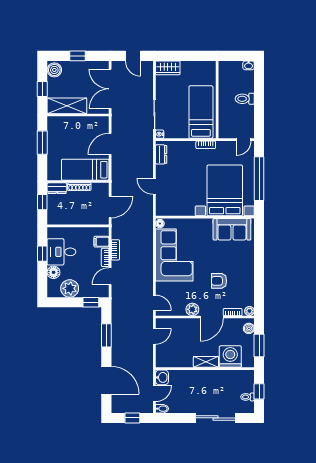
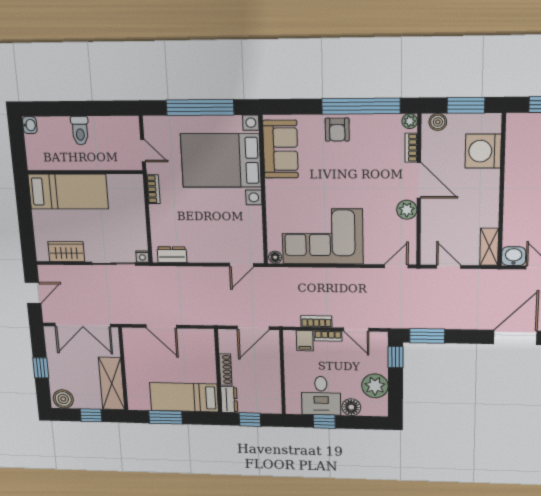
wardrobe: (168, 68) -> (66, 252), moved, turned -90
bed: (201, 112) -> (68, 192), moved, turned 180
door: (244, 140) -> (143, 151), moved
bed: (85, 170) -> (184, 397), moved, turned 90
door: (154, 186) -> (241, 265), moved
door: (110, 207) -> (253, 328), swing flipped
armchair: (219, 281) -> (337, 130), moved
window: (259, 281) -> (361, 106), added
window: (106, 335) -> (427, 336), moved
shelving: (206, 362) -> (489, 247), moved

